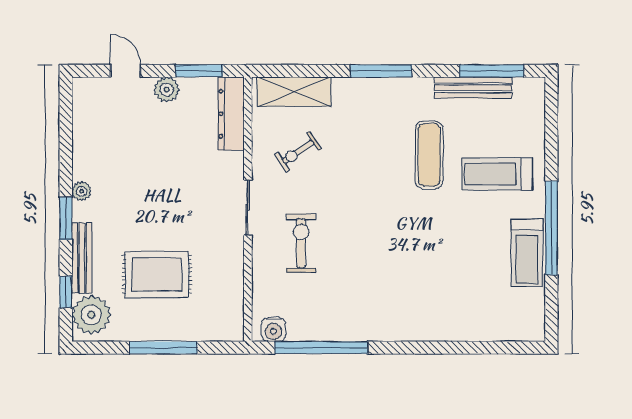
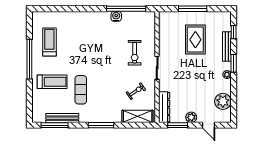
treadmill: (527, 253) -> (49, 42), moved
rug: (157, 274) -> (195, 40), turned 90
plant: (91, 315) -> (223, 101), moved
water cooler: (274, 329) -> (116, 16), moved

